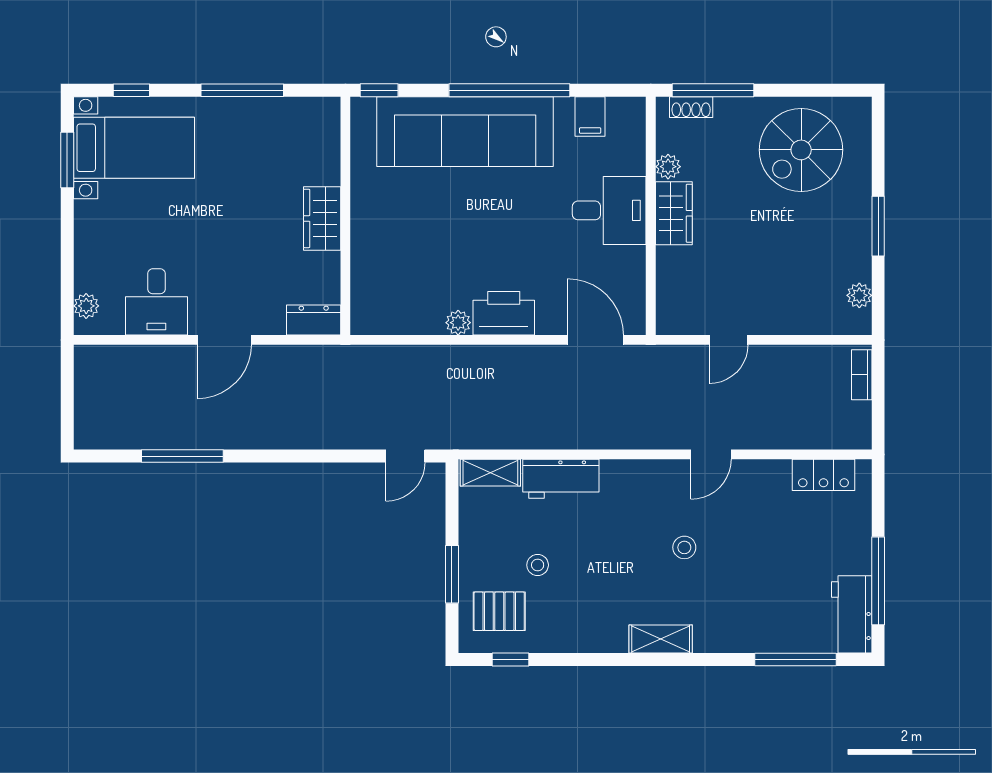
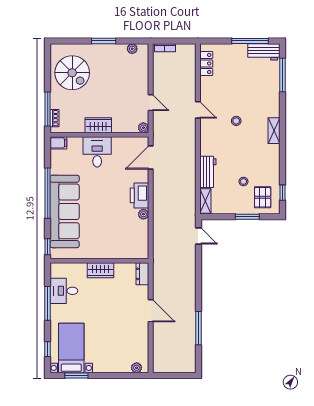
filing cabinet: (590, 117) -> (58, 143), moved
plant: (668, 167) -> (143, 128), moved
desk: (156, 302) -> (64, 291), moved, turned 180

